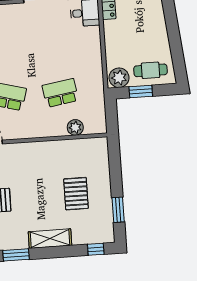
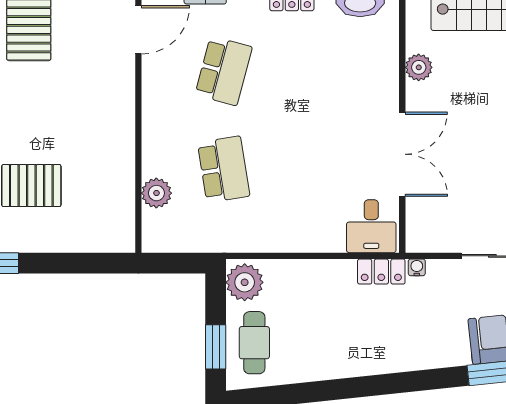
window: (141, 91) -> (216, 347), moved

